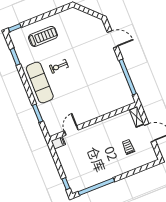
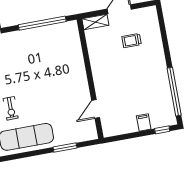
door: (71, 130) -> (96, 109), hinge flipped
filing cabinet: (58, 143) -> (144, 122), moved

